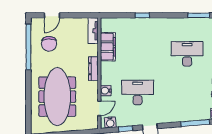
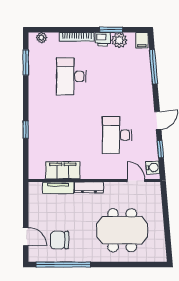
tv unit: (93, 31) -> (58, 188), moved
chair: (49, 44) -> (60, 240), turned 180
water cooler: (106, 91) -> (115, 173), removed
meeting table: (57, 97) -> (122, 230), width x0.73

